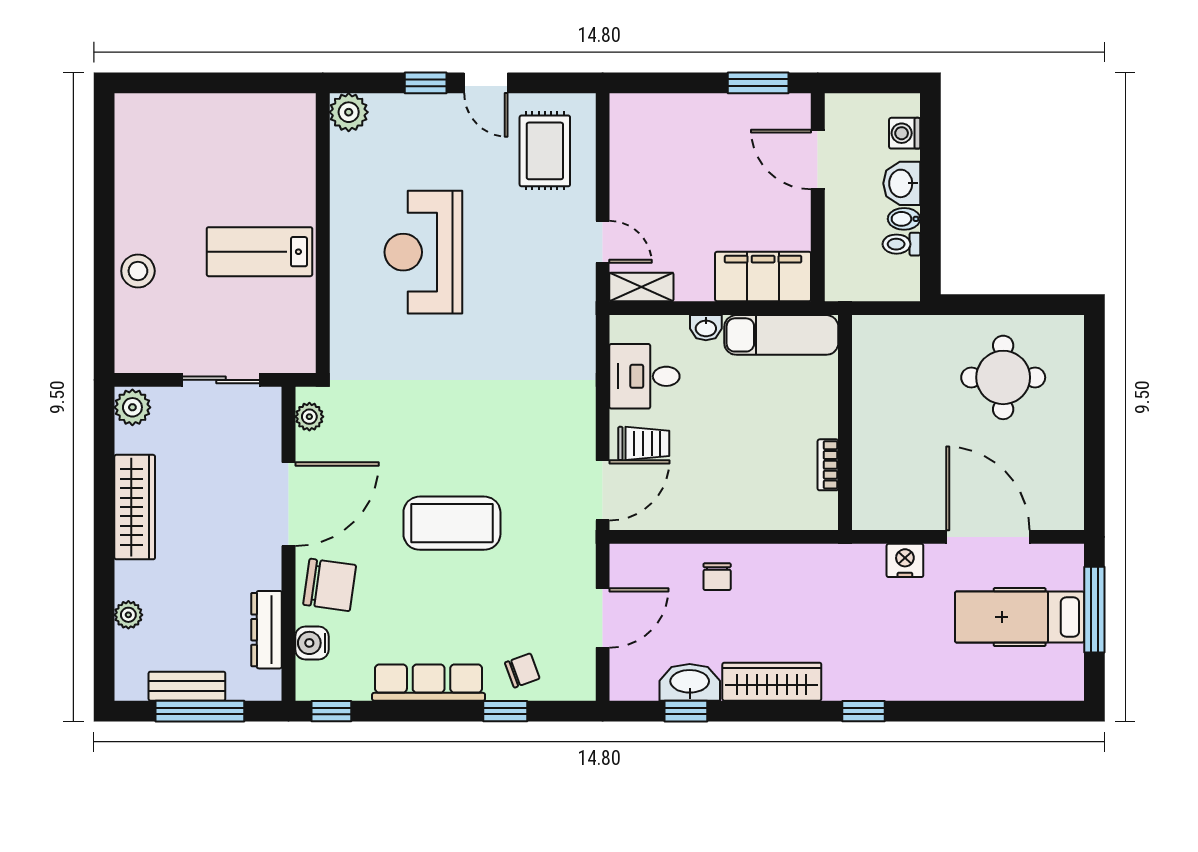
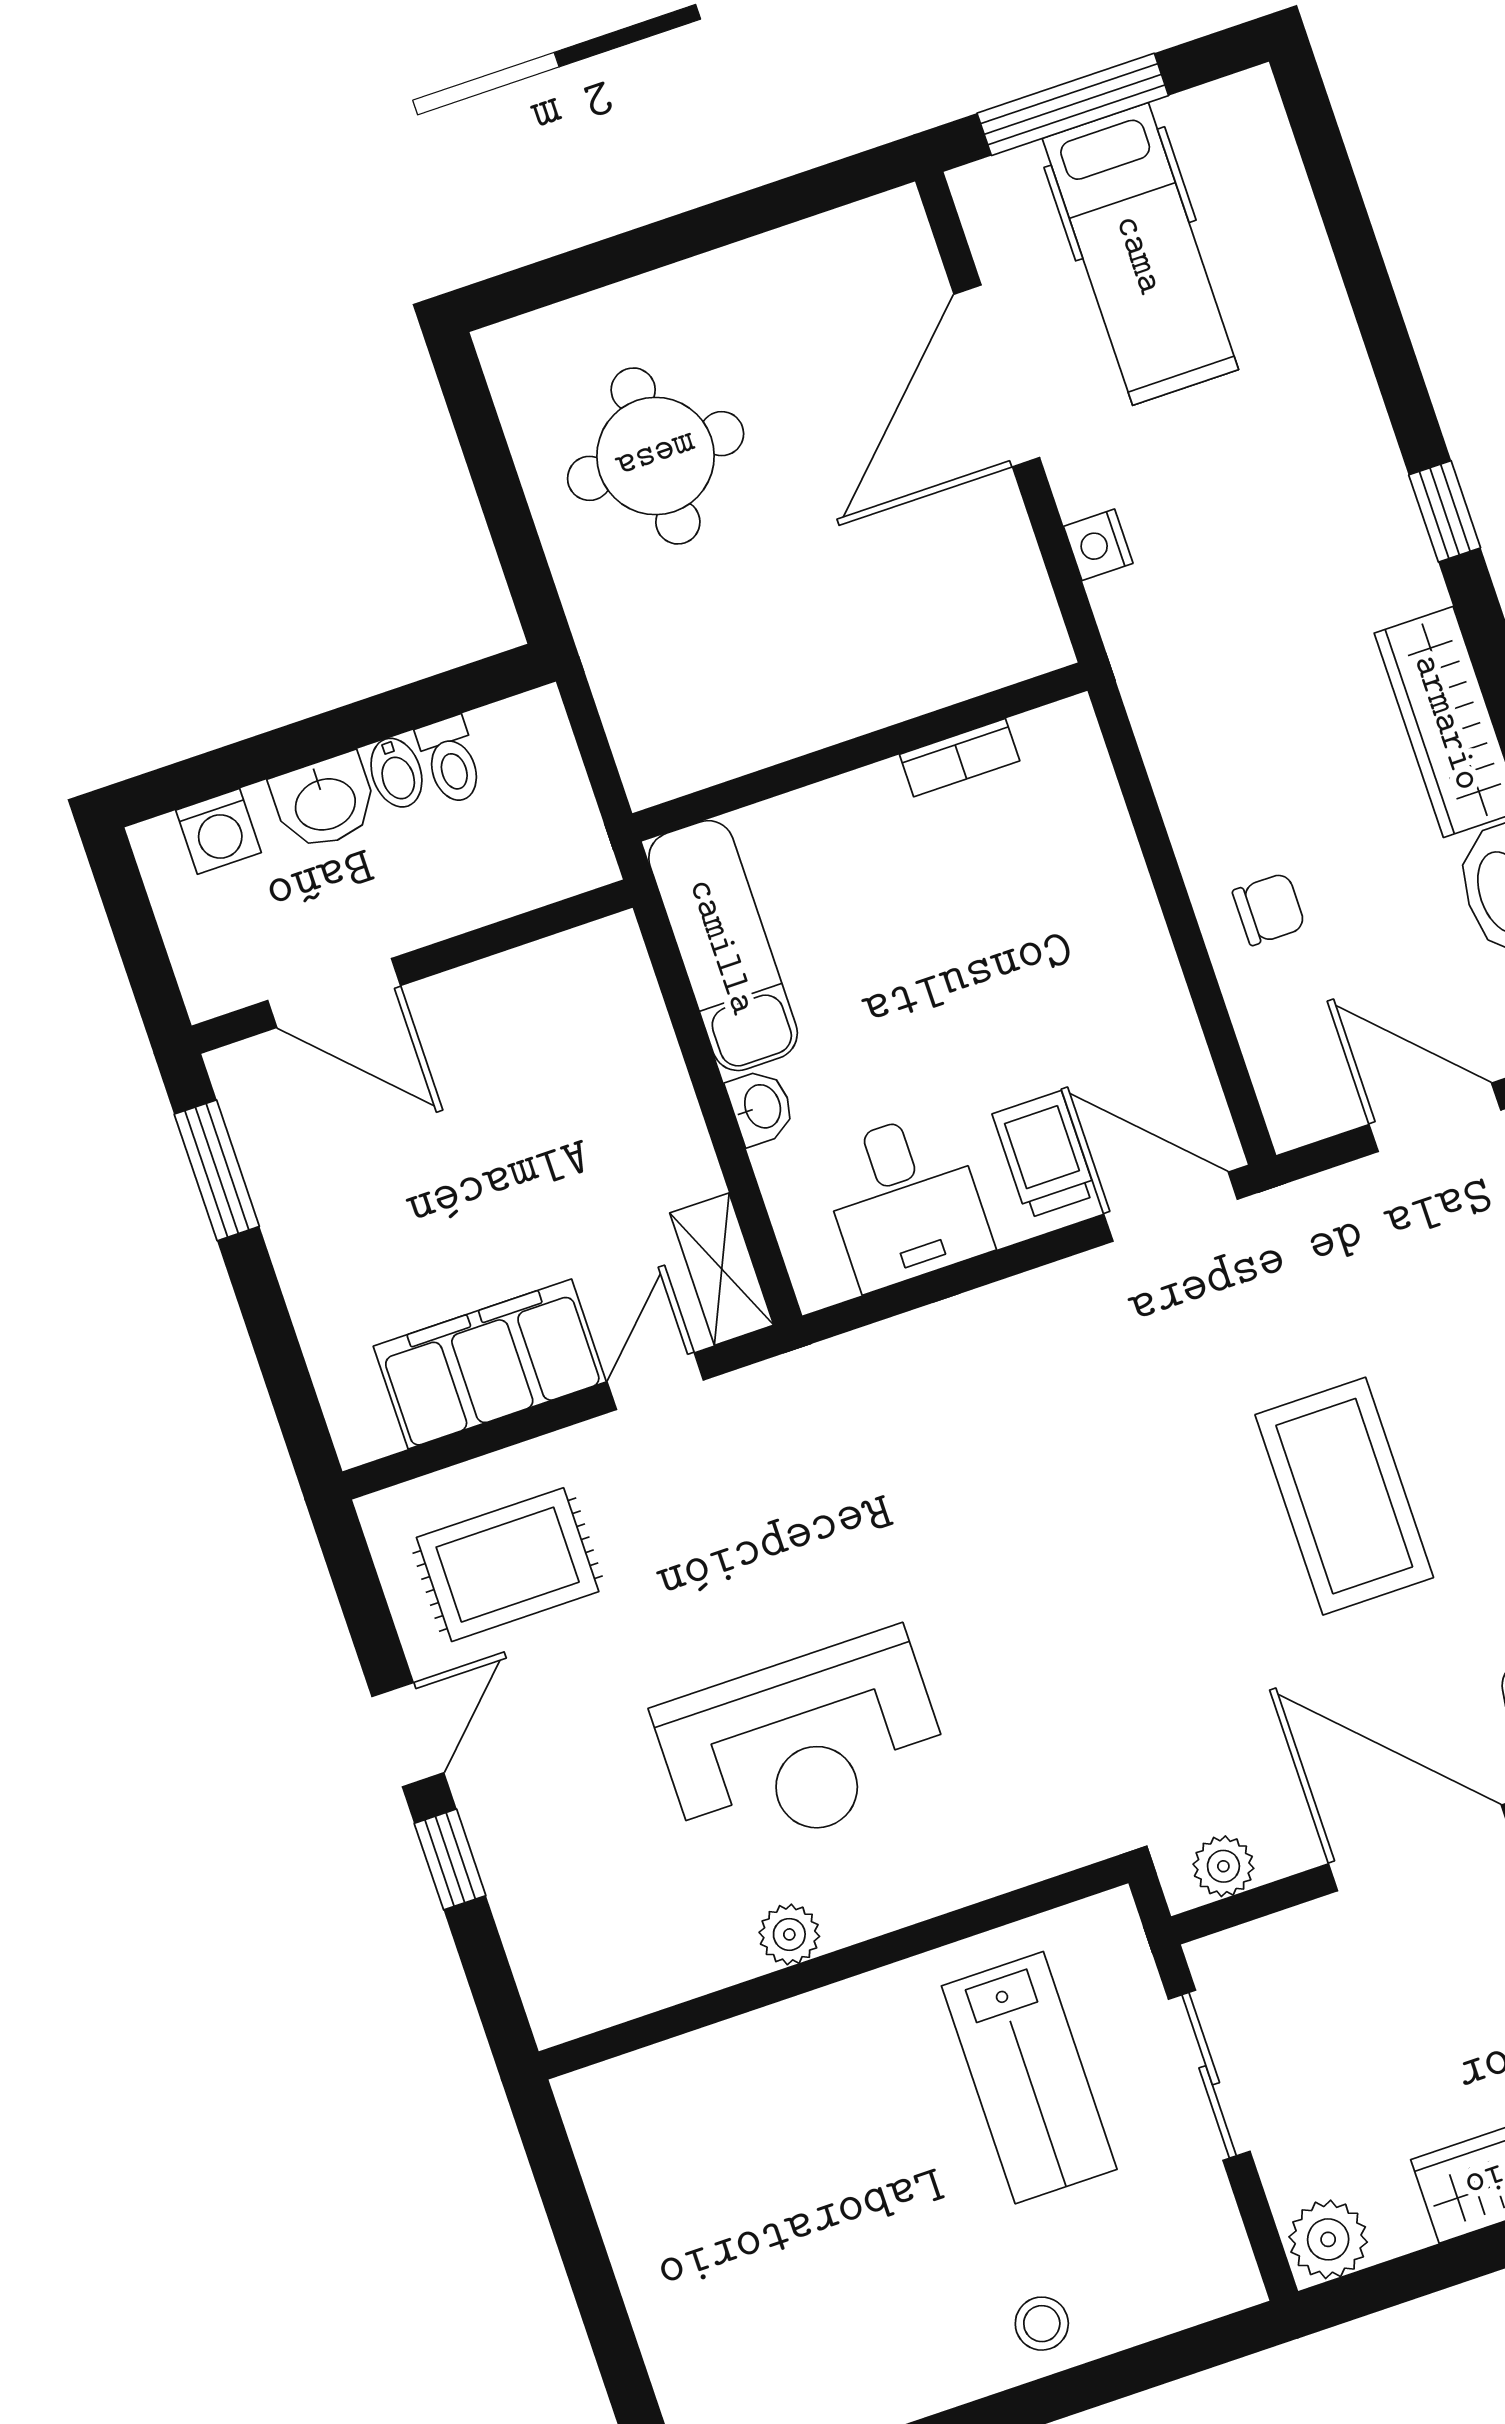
plant: (349, 112) -> (789, 1934), moved, width x0.73, depth x0.73
door: (818, 160) -> (334, 993), hinge flipped
lab bench: (259, 252) -> (1029, 2078), moved
stool: (138, 271) -> (1042, 2324), width x0.73, depth x0.73
filing cabinet: (763, 276) -> (490, 1364), moved, turned 90
nightstand: (905, 560) -> (1098, 545), width x0.72, depth x0.74

